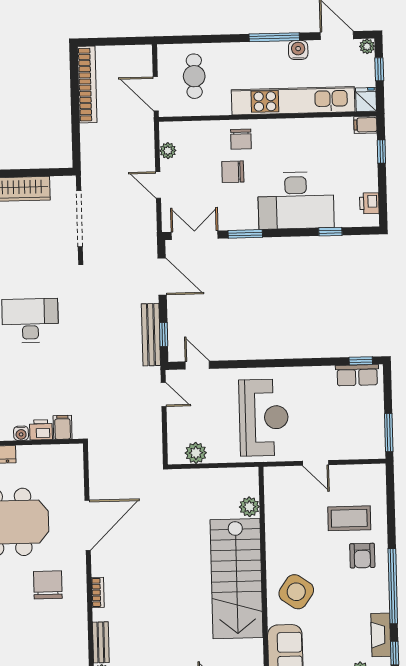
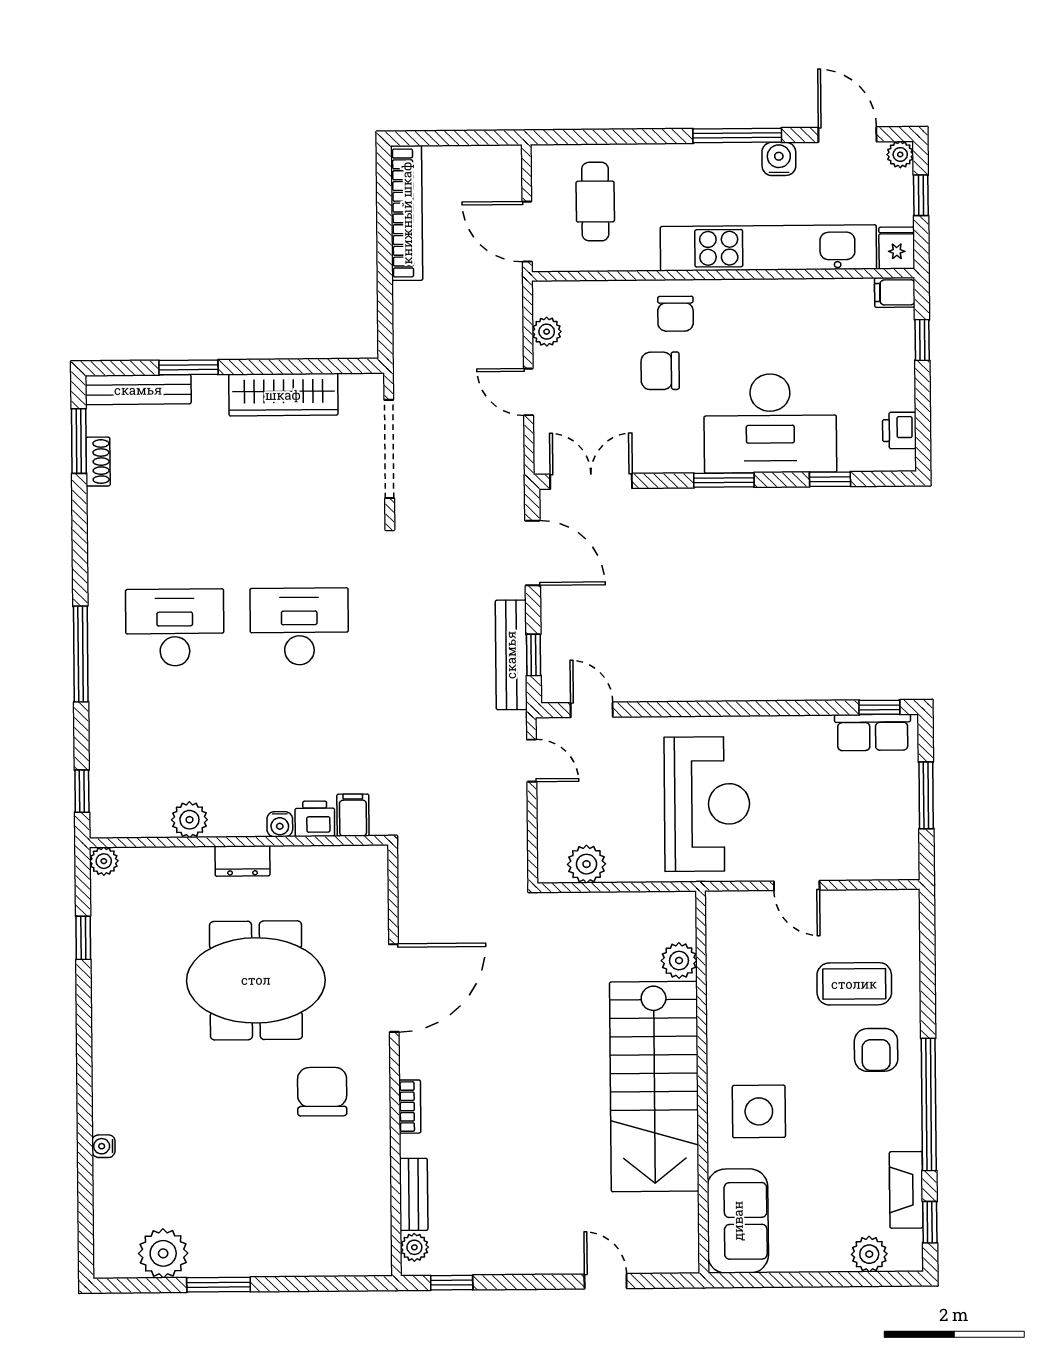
window: (245, 234) -> (724, 480), moved
window: (389, 433) -> (926, 795), moved
side table: (296, 592) -> (759, 1111), turned -35

